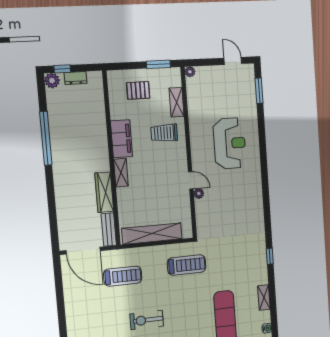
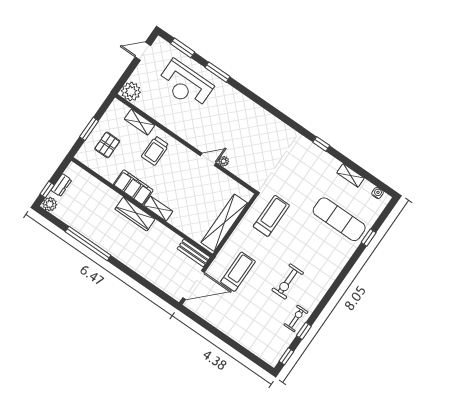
window: (158, 64) -> (89, 129), moved
plant: (190, 72) -> (131, 92), width x1.87, depth x1.87
window: (262, 133) -> (217, 72), added
reception desk: (230, 143) -> (185, 85), moved, turned 180
wardrobe: (104, 192) -> (135, 214), moved

